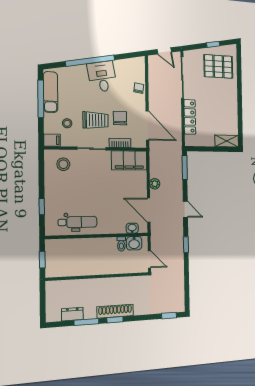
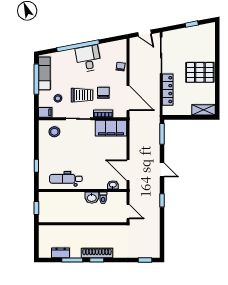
pallet: (218, 66) -> (200, 72), moved
plant: (155, 184) -> (134, 148), removed
dental chair: (78, 222) -> (66, 179), turned 180
washbasin: (134, 243) -> (92, 198), moved

